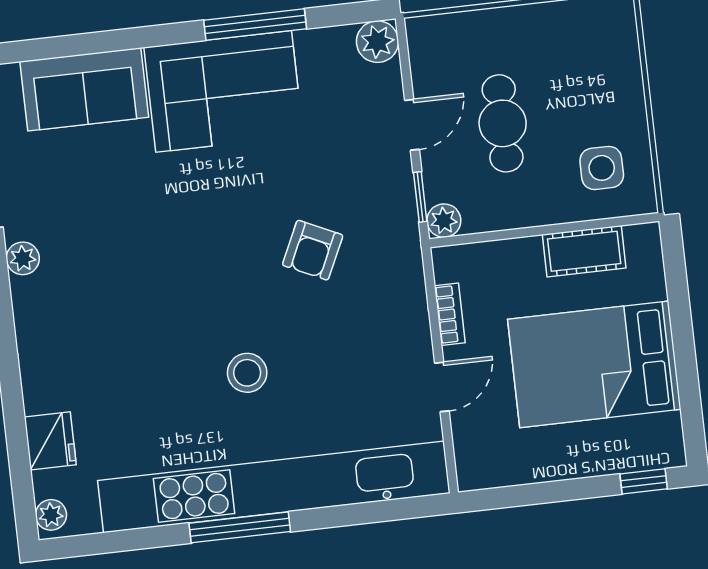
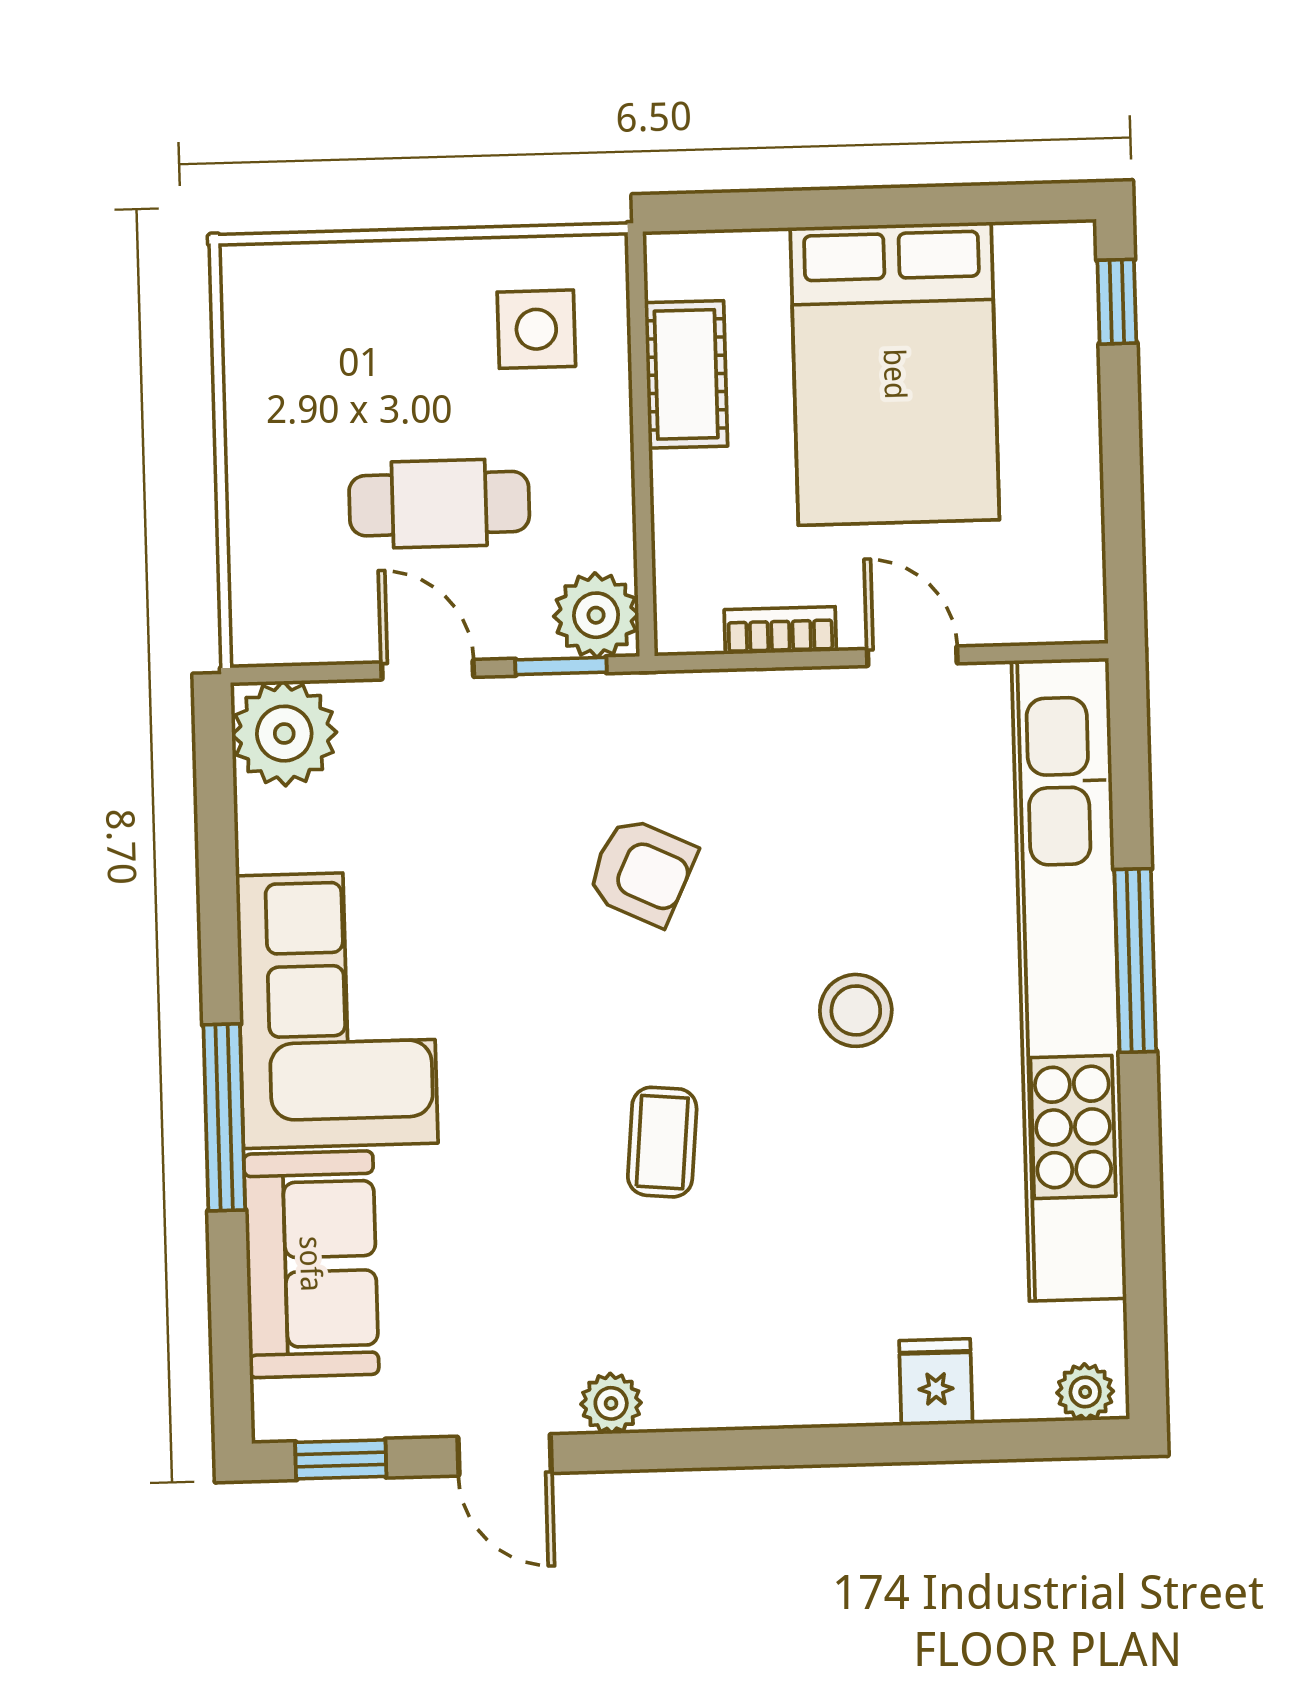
window: (255, 24) -> (224, 1117), moved
plant: (377, 42) -> (284, 734), width x1.36, depth x1.36
plant: (444, 221) -> (596, 615), width x1.38, depth x1.38
coffee table: (167, 274) -> (662, 1142), added
fridge: (50, 441) -> (936, 1382), width x0.72
window: (240, 527) -> (1135, 960), moved

